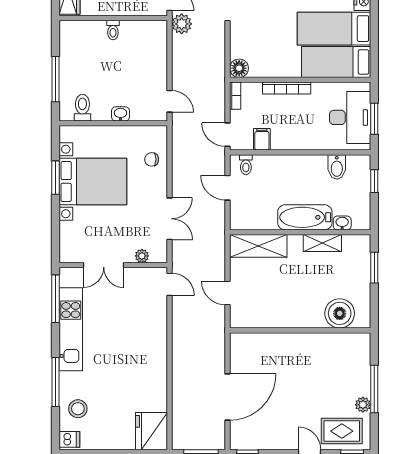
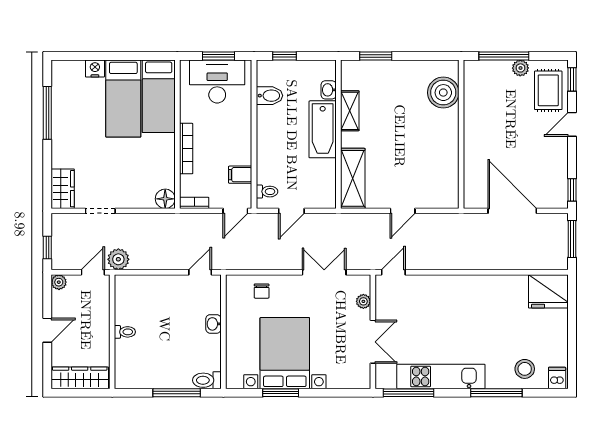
toilet: (82, 108) -> (207, 380), moved
boiler: (340, 313) -> (443, 93), moved
wall: (300, 330) -> (461, 134), moved

